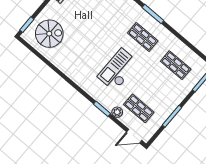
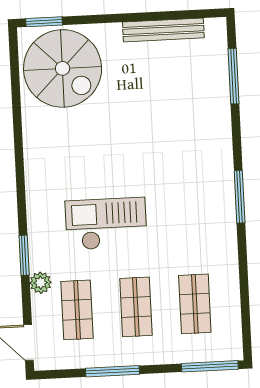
spiral stairs: (49, 34) -> (63, 68), width x1.37, depth x1.37
shop shelf: (143, 37) -> (136, 307), moved

